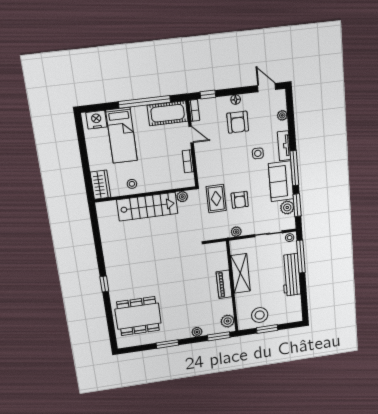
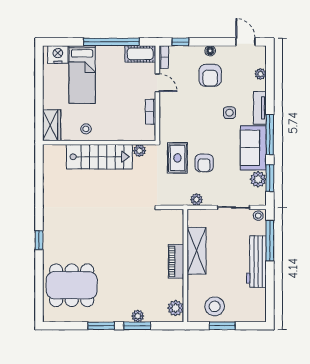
cot: (168, 113) -> (140, 54), width x0.73, depth x0.75
window: (219, 336) -> (137, 326), moved

